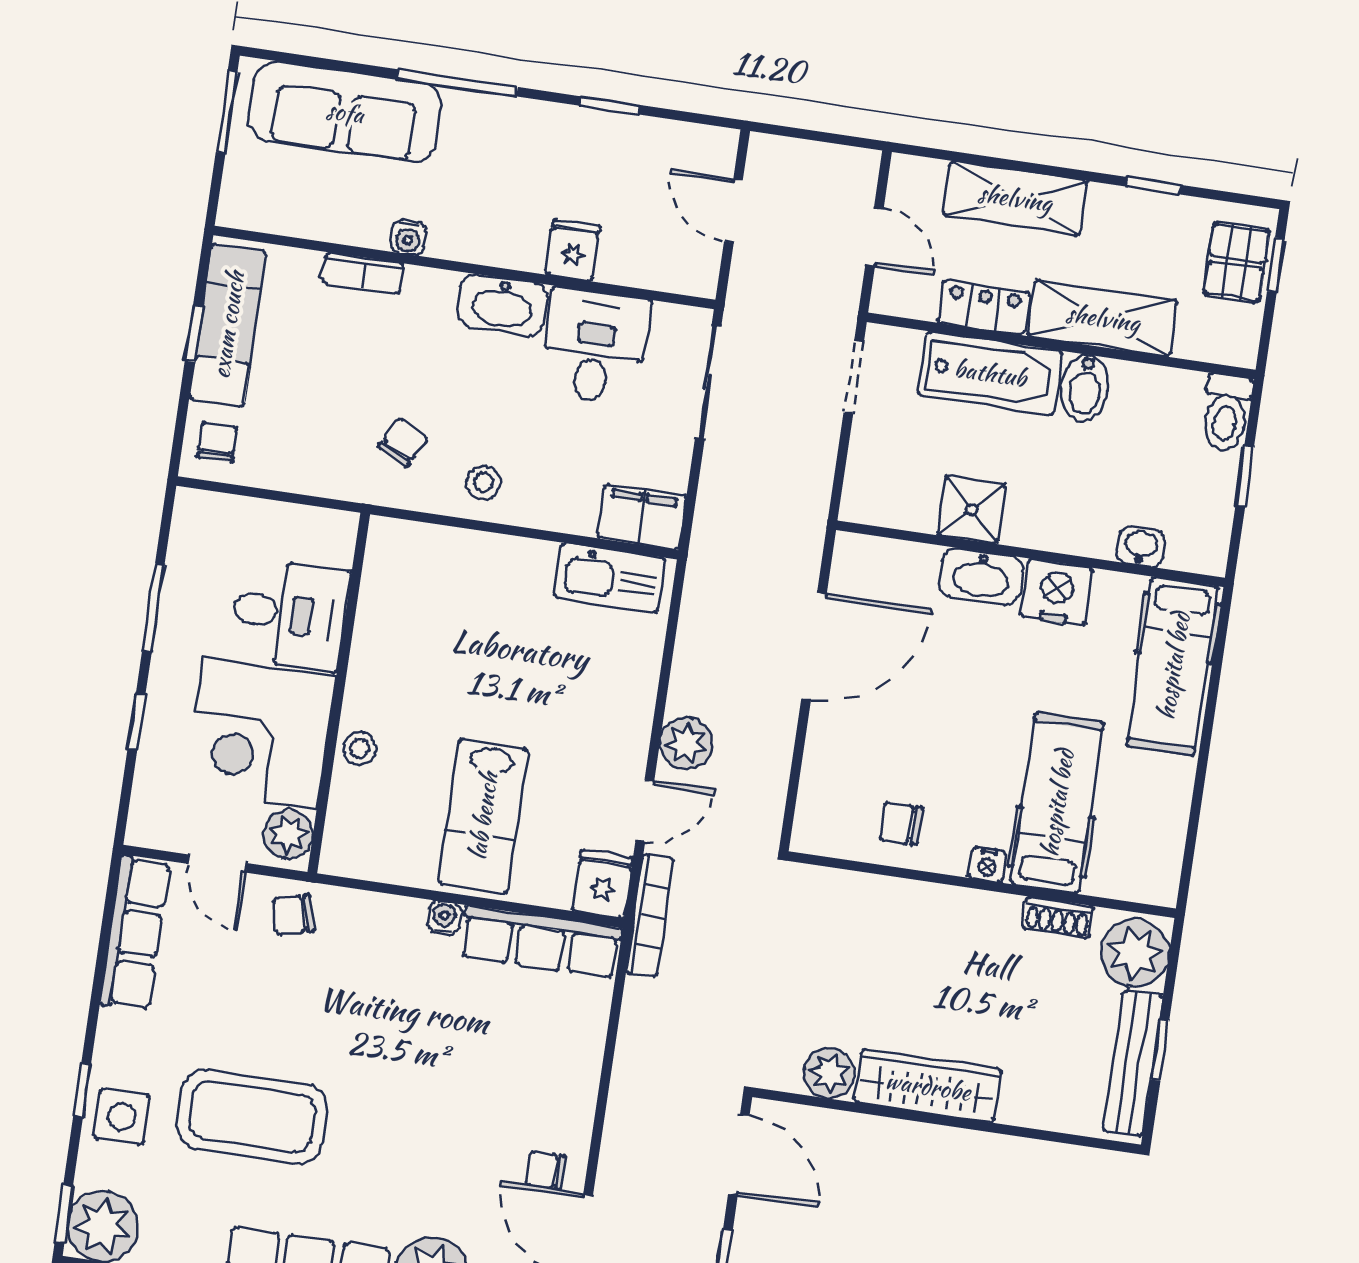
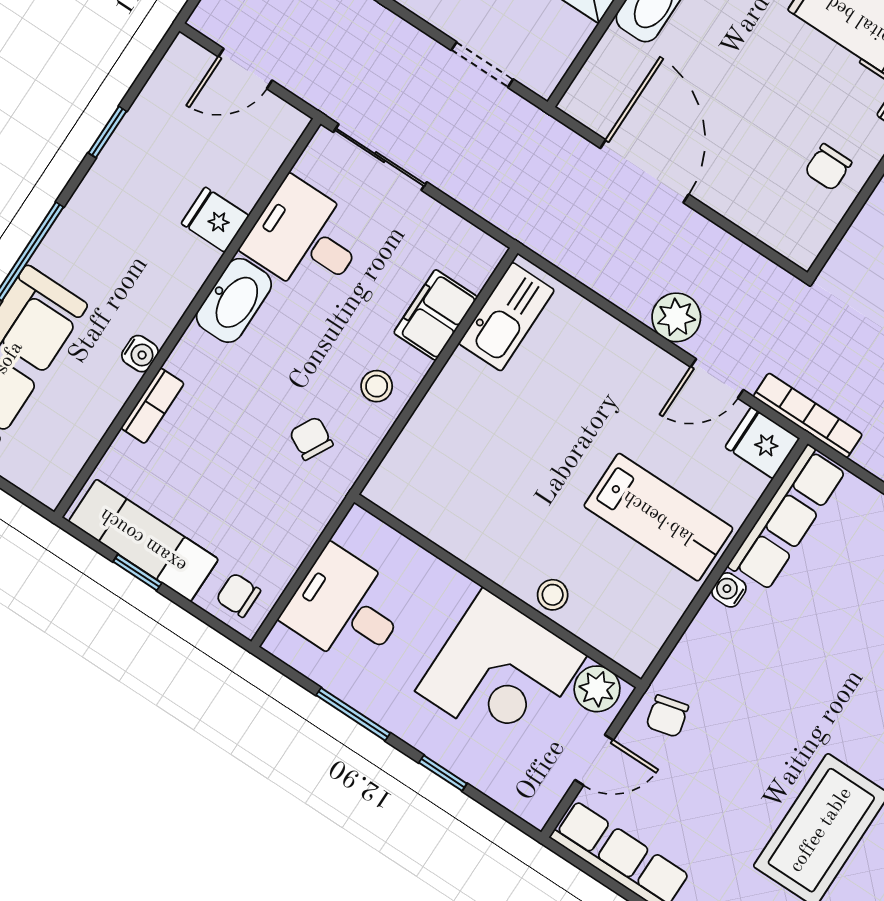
doorway: (854, 377) -> (482, 65), moved
filing cabinet: (642, 517) -> (436, 315), moved
desk: (290, 614) -> (346, 608), moved, turned -90
door: (645, 811) -> (717, 378), swing flipped

